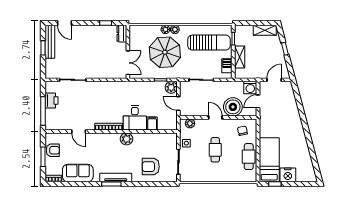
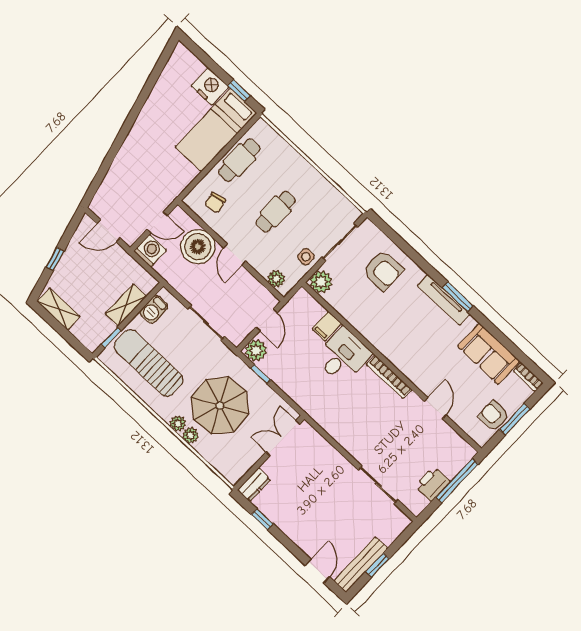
plant: (127, 139) -> (321, 282), moved

